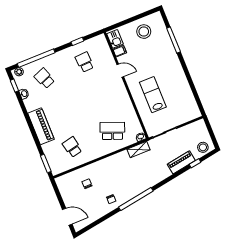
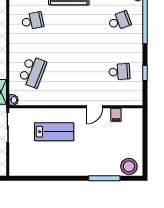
stool: (144, 32) -> (129, 166), moved
kitchen sink: (115, 39) -> (131, 115), removed

